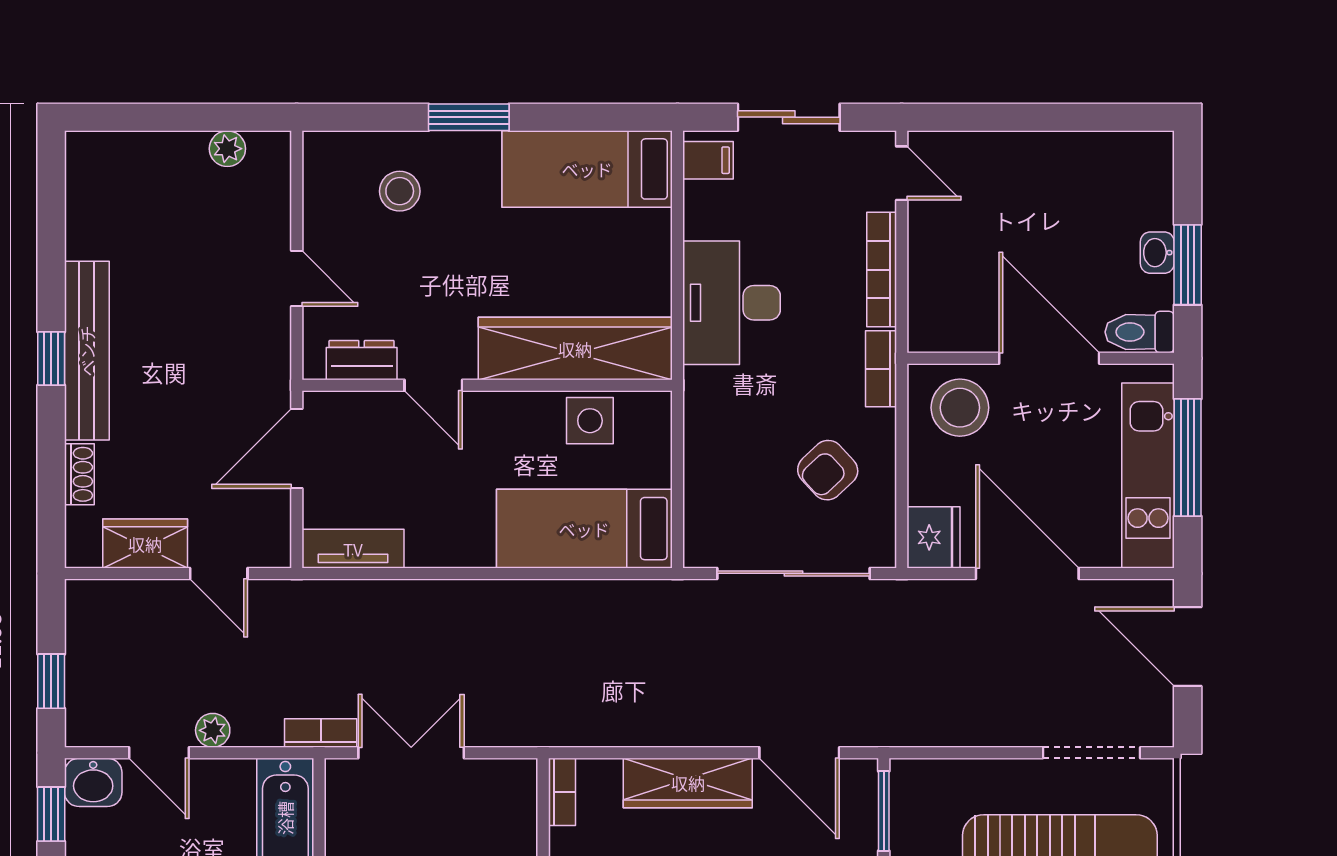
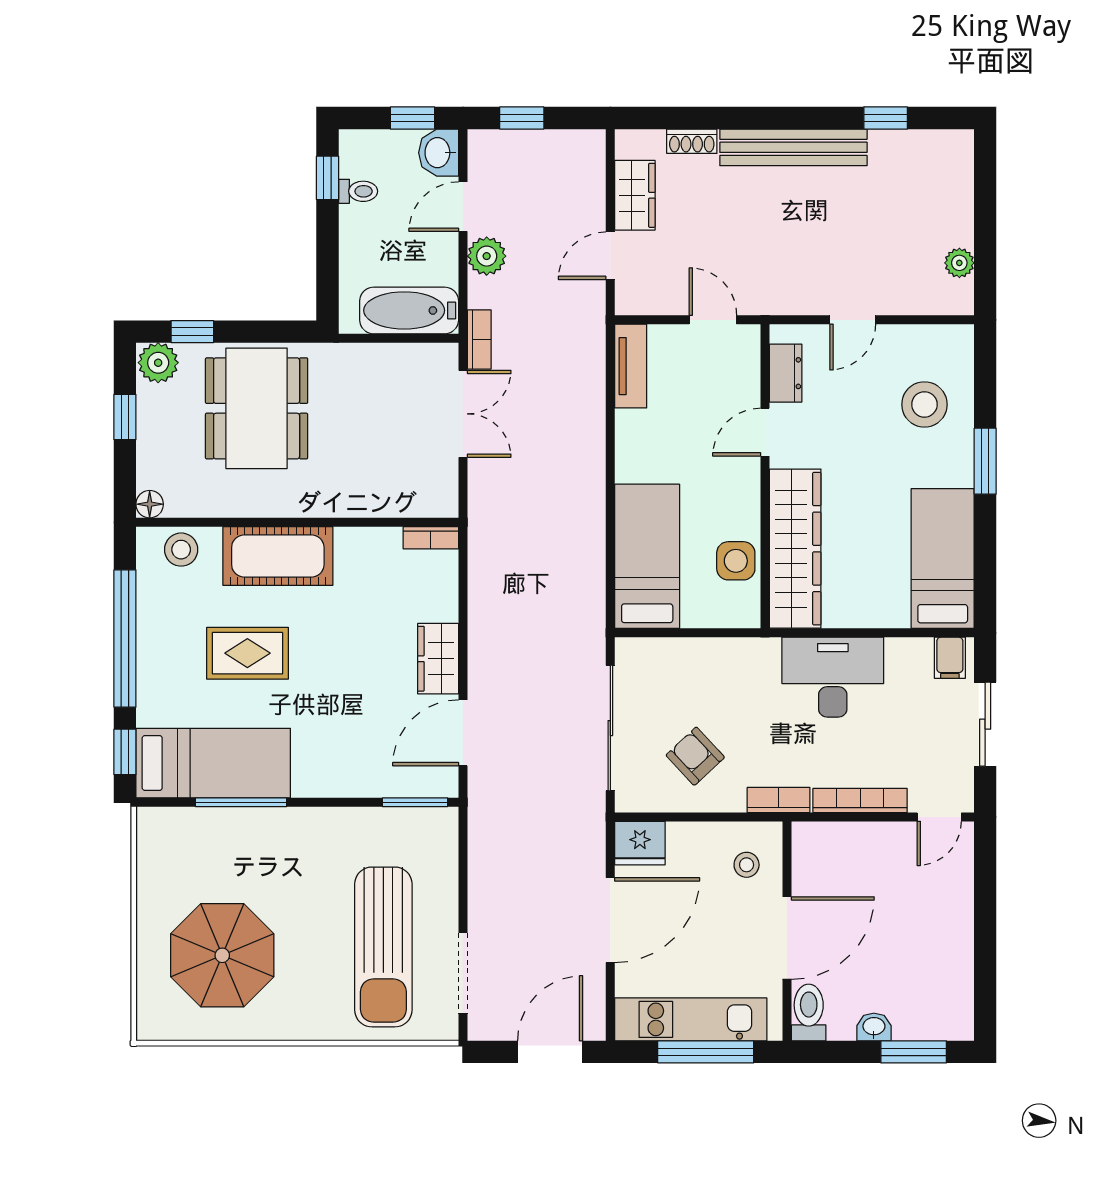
stool: (400, 191) -> (924, 404), width x1.38, depth x1.38
window: (1188, 265) -> (914, 1052), moved
window: (51, 359) -> (886, 118), moved
stool: (960, 408) -> (747, 865), width x0.53, depth x0.53
door: (297, 449) -> (713, 320), width x0.73
plant: (213, 730) -> (487, 256), width x1.38, depth x1.38
wardrobe: (688, 783) -> (438, 659), width x0.67

